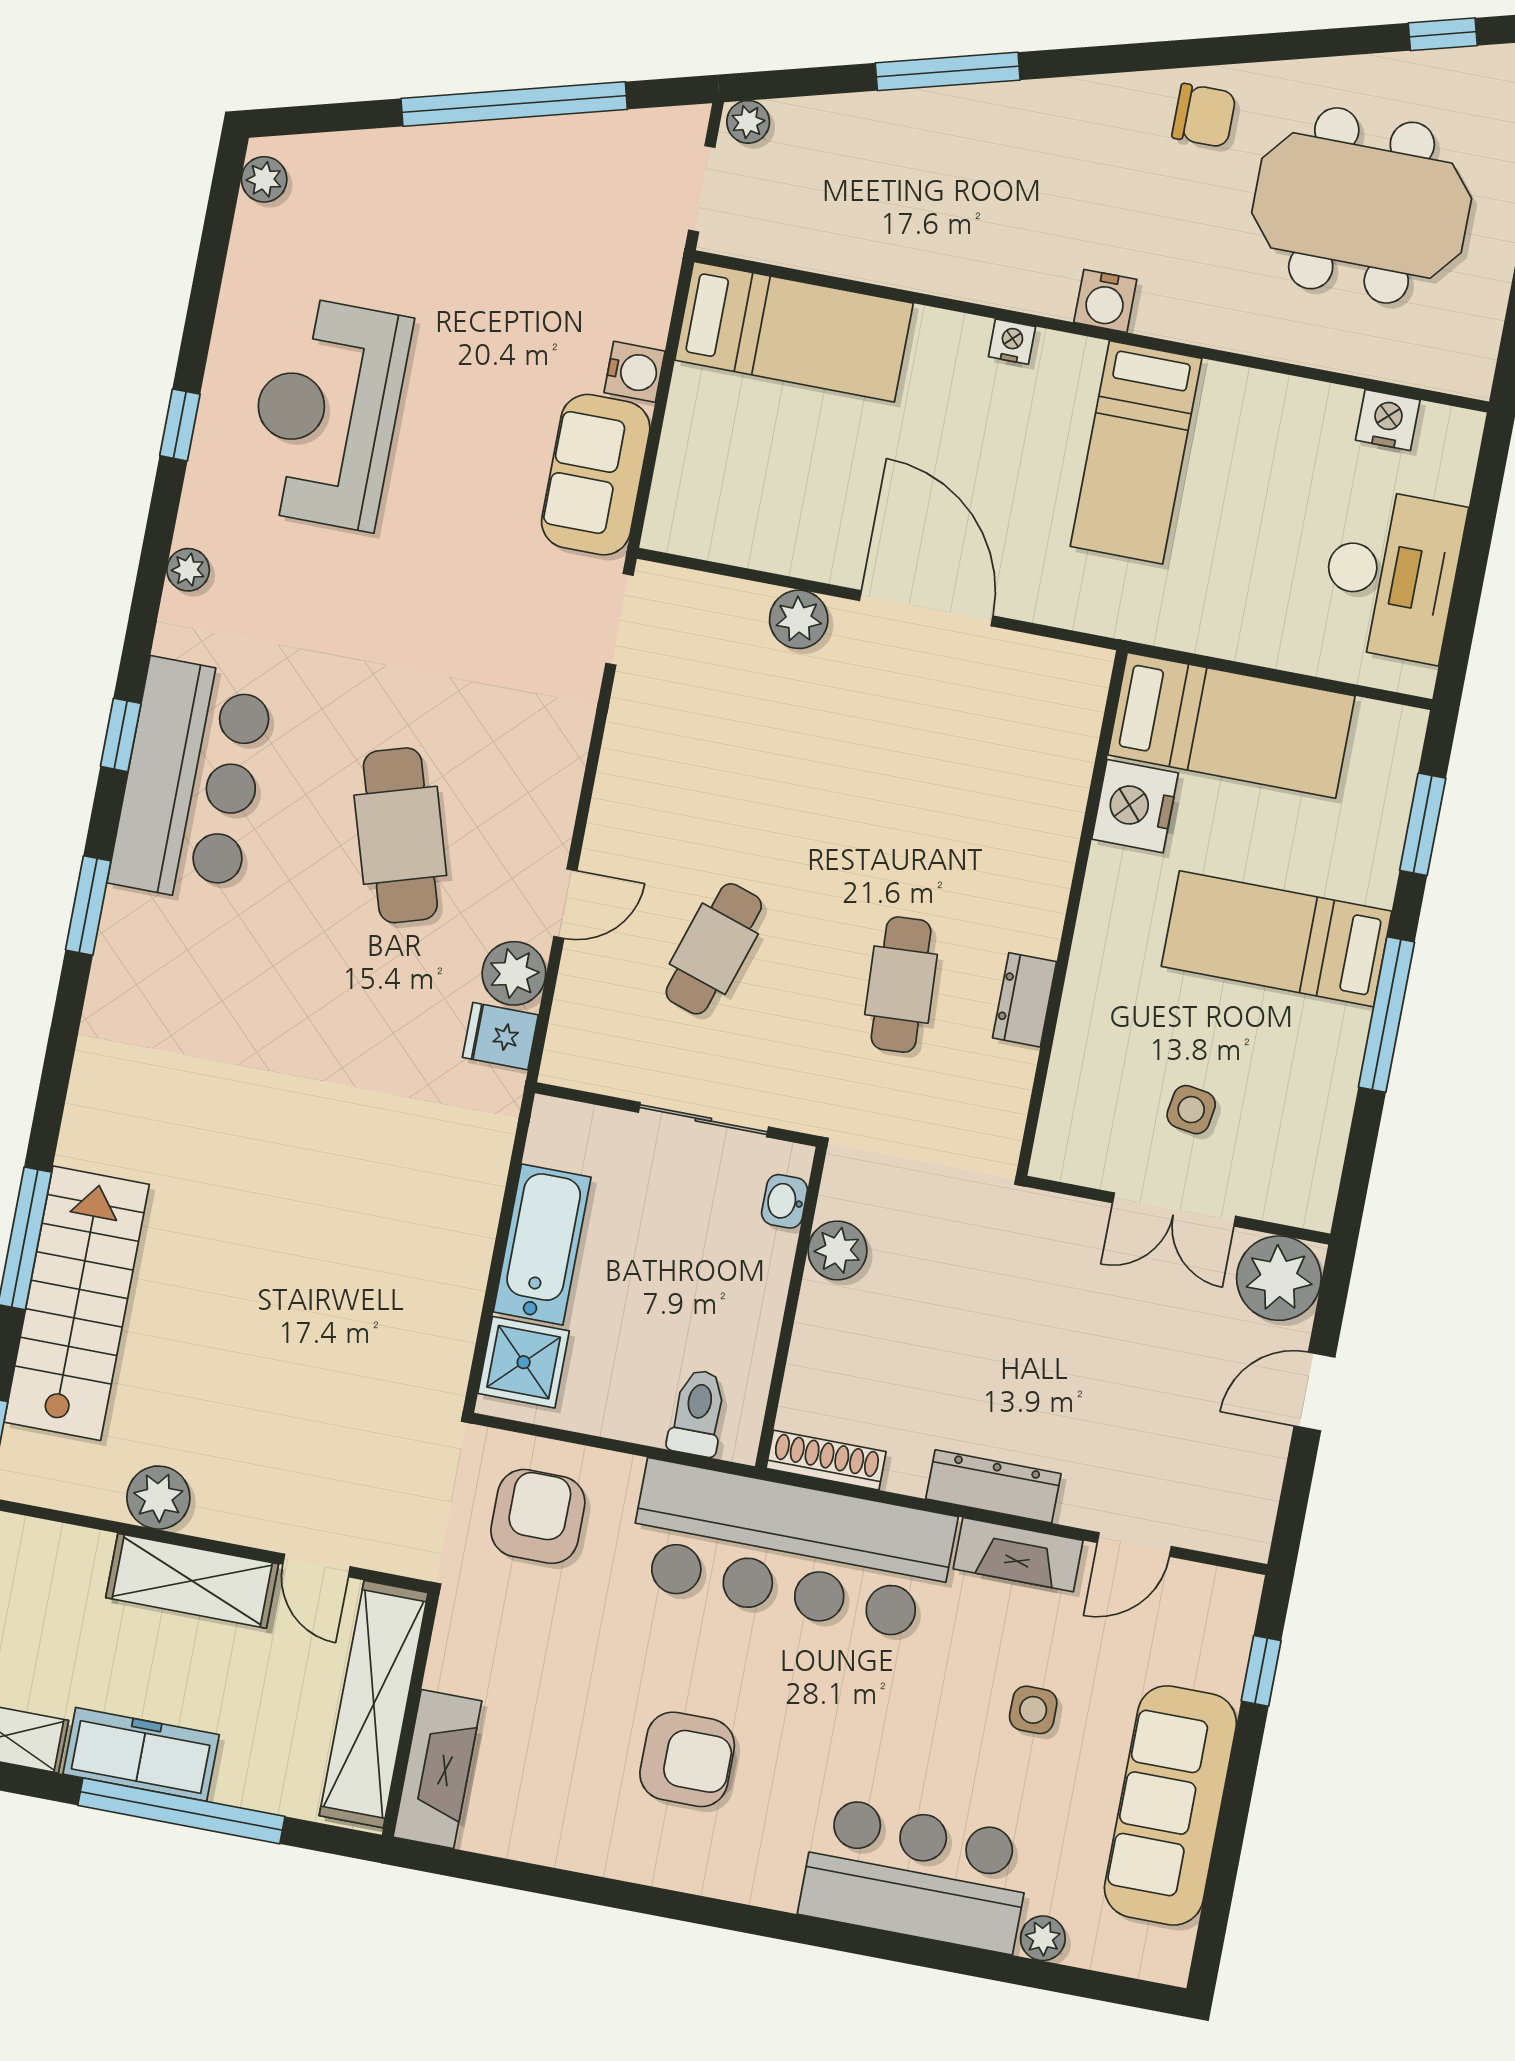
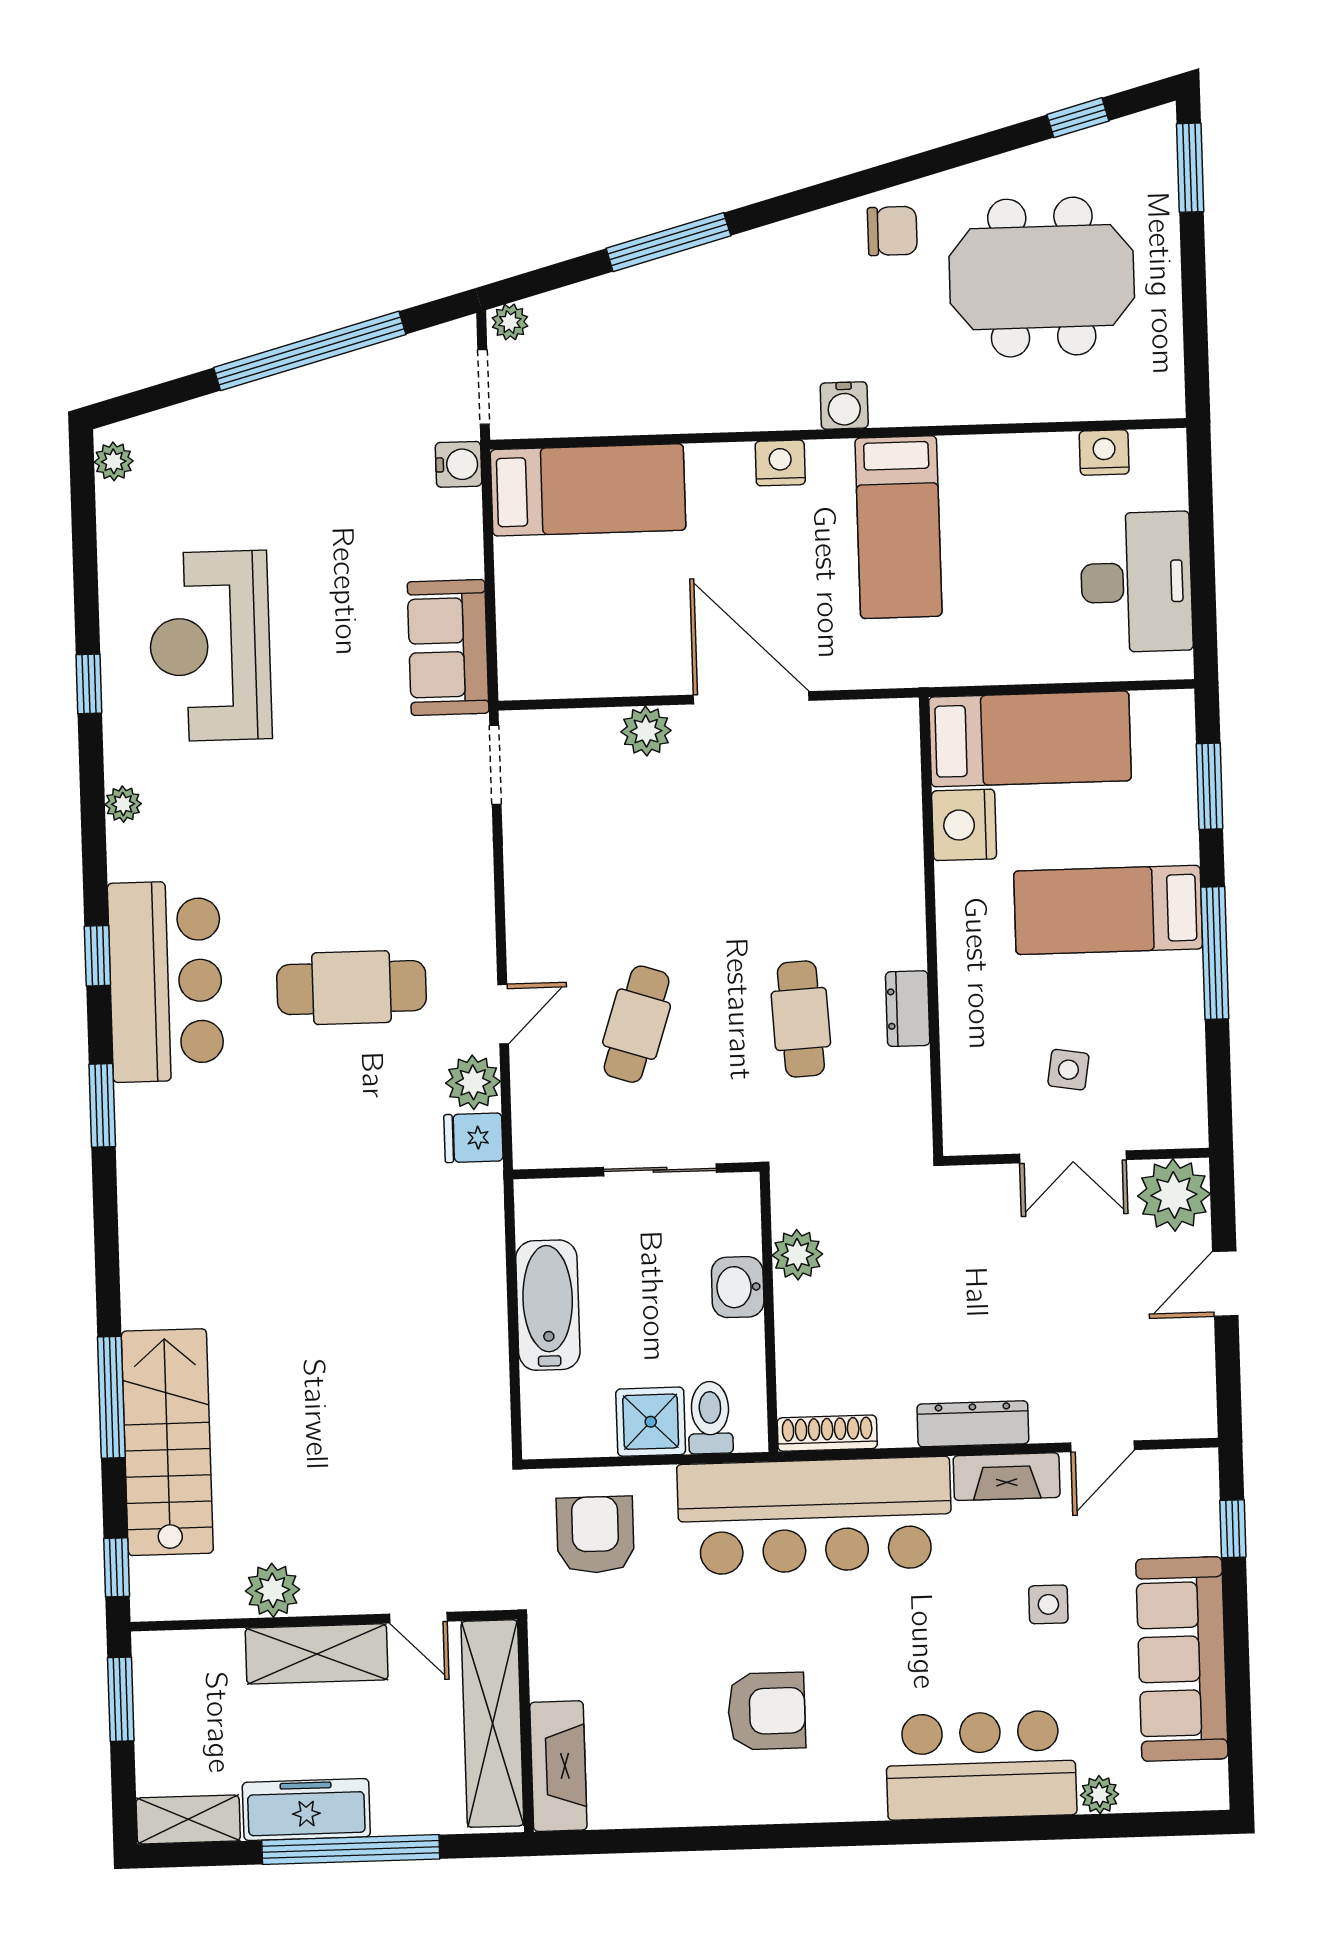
nightstand: (1012, 342) -> (780, 463), width x1.39, depth x1.35
water cooler: (634, 372) -> (459, 464), moved
cafe table: (400, 835) -> (352, 988), turned -73
washbasin: (785, 1201) -> (738, 1287), moved, width x1.38, depth x1.45
shower: (524, 1362) -> (651, 1422), moved

